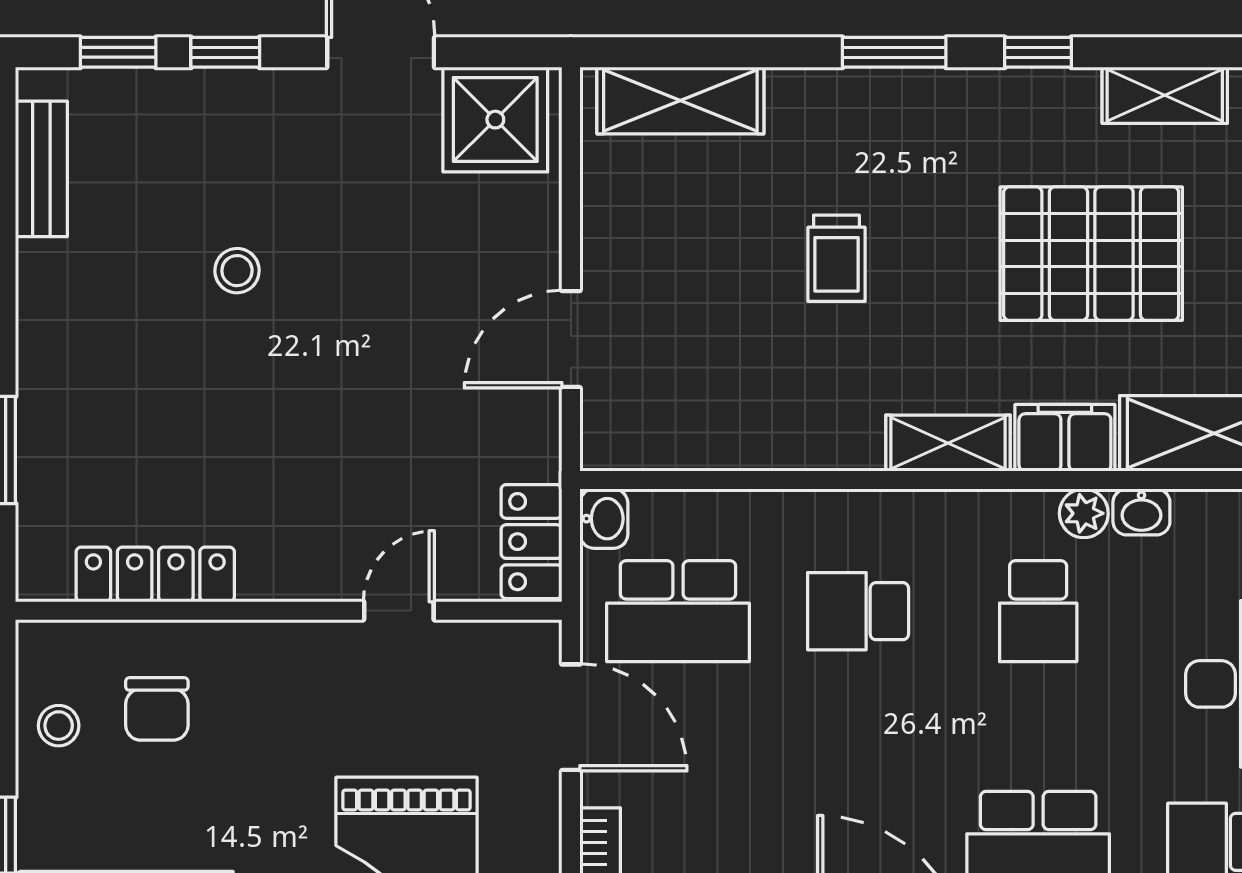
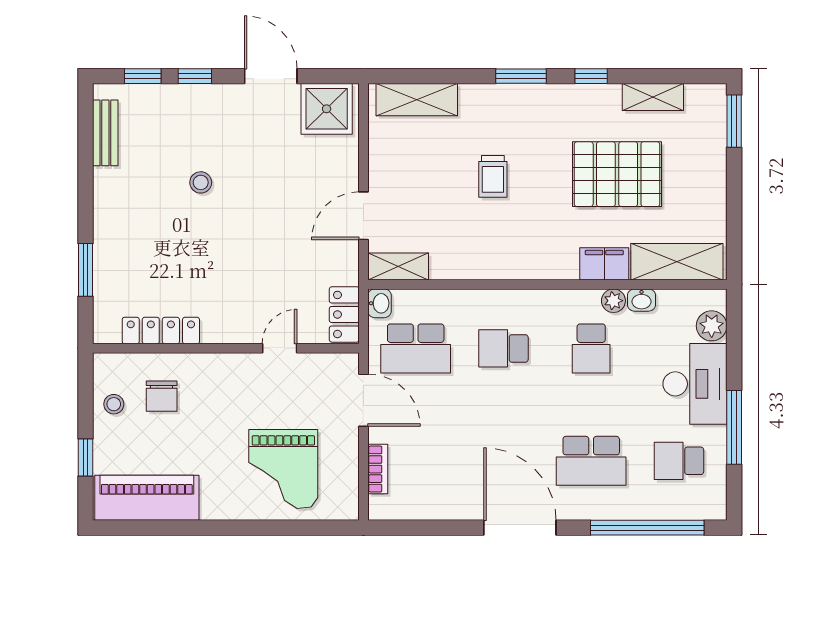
shelving: (948, 443) -> (398, 266), moved

